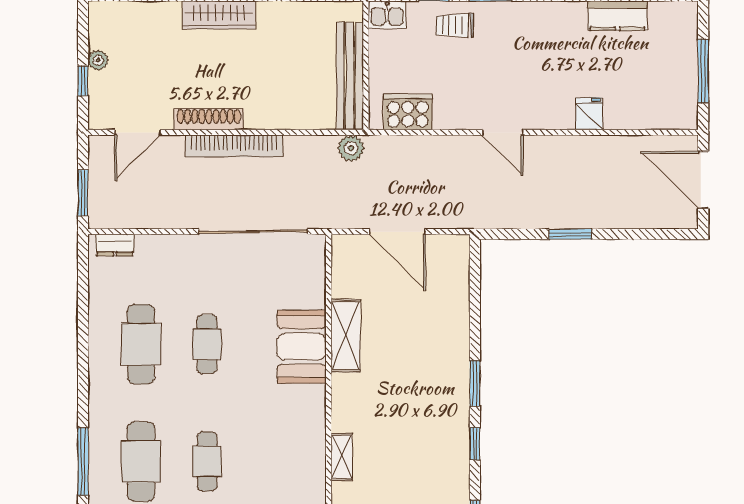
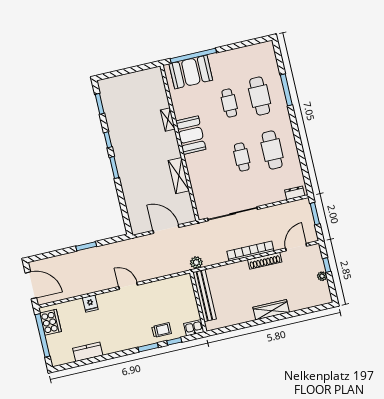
window: (703, 71) -> (42, 335), width x1.46
cooker: (408, 112) -> (50, 322), moved, turned -90
booth: (302, 347) -> (191, 135), moved

